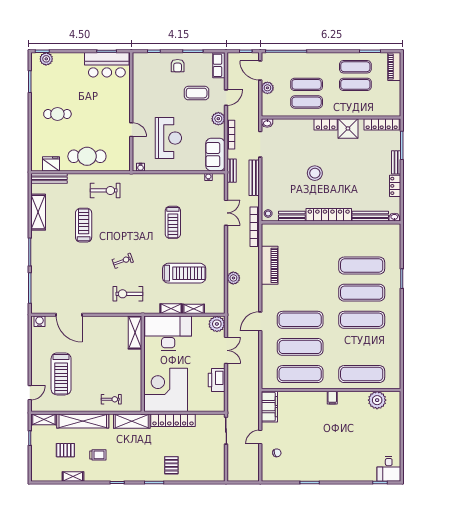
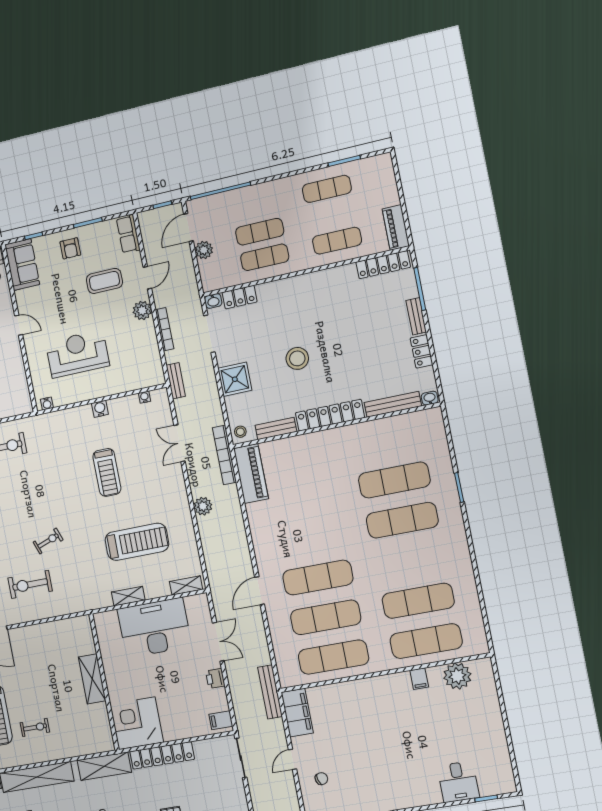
piano: (394, 66) -> (396, 228), moved
door: (260, 70) -> (189, 227), hinge flipped
exercise mat: (355, 84) -> (337, 241), moved
locker: (326, 124) -> (240, 297), moved
shower: (348, 128) -> (235, 379), moved
door: (131, 130) -> (19, 325), moved
reception desk: (168, 138) -> (78, 354), turned -90
sofa: (215, 155) -> (22, 265), moved, turned 180
water cooler: (177, 178) -> (100, 409), added
bench: (254, 178) -> (270, 692), moved
double door: (226, 213) -> (179, 443), swing flipped
piano: (270, 265) -> (251, 474), moved
plant: (233, 278) -> (203, 506), moved
exercise bike: (128, 294) -> (30, 584), moved
shelving: (194, 309) -> (186, 585), moved
exercise mat: (362, 320) -> (418, 601), moved
plant: (217, 324) -> (198, 606), removed
shelving: (135, 332) -> (92, 679), moved
desk: (168, 333) -> (154, 628), moved
printer: (217, 380) -> (215, 679), width x0.53, depth x0.68
corner desk: (166, 390) -> (137, 723), width x0.74, depth x0.74
filing cabinet: (332, 398) -> (419, 679), moved
exercise bike: (111, 399) -> (35, 727), moved
filing cabinet: (218, 403) -> (221, 720), added
desk: (389, 469) -> (458, 782), moved

